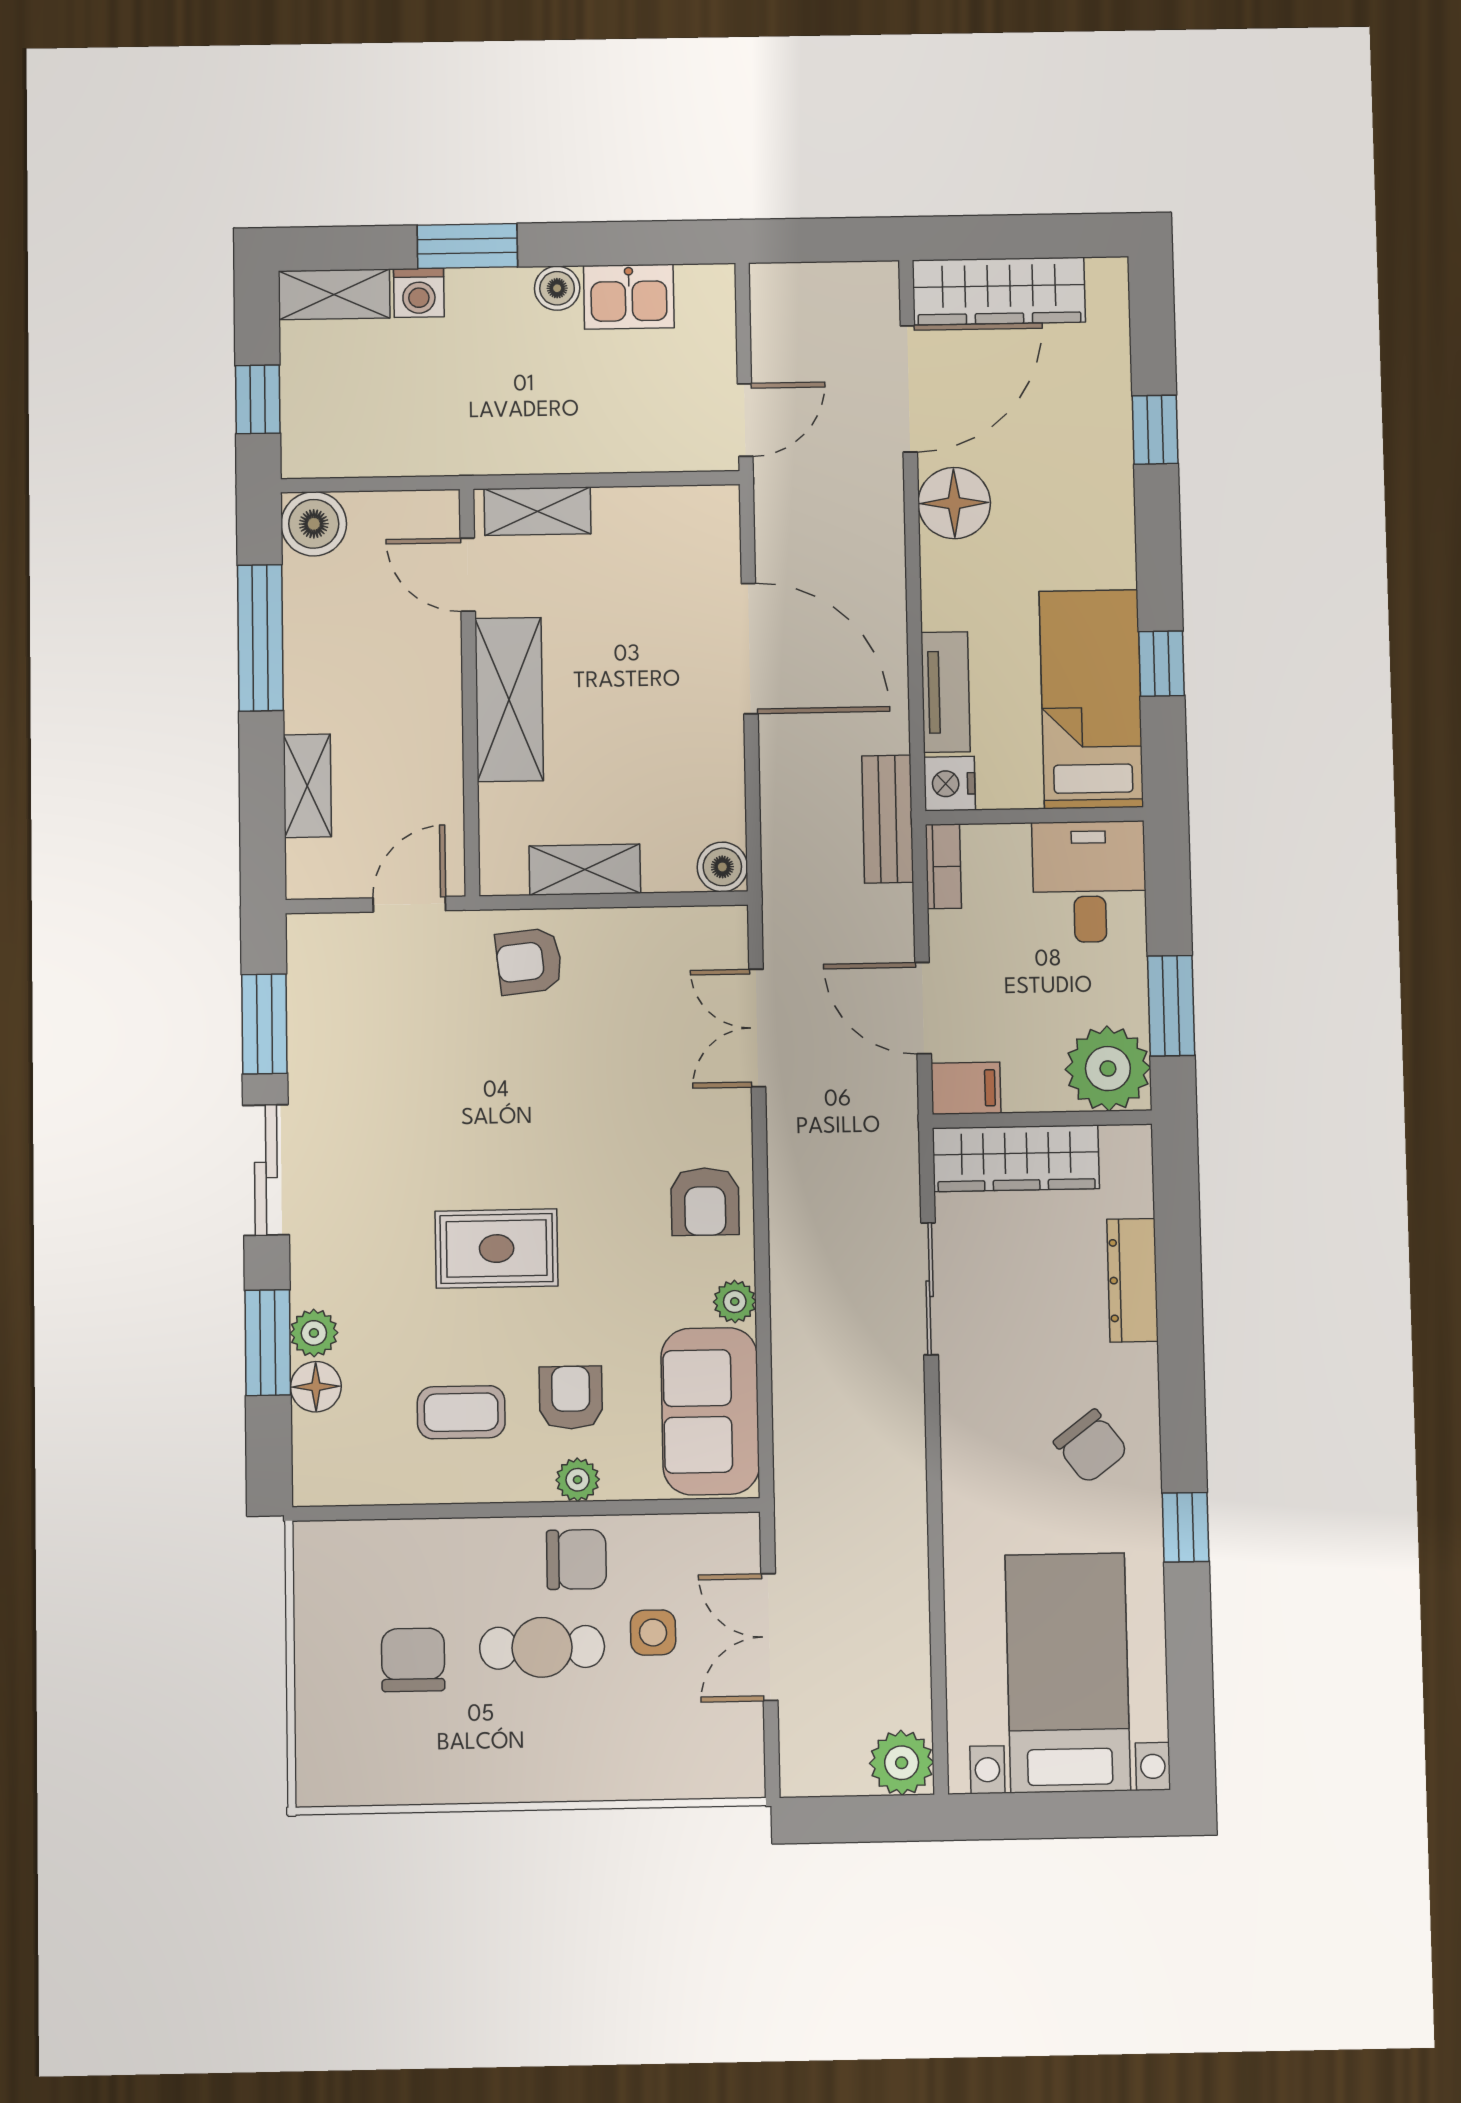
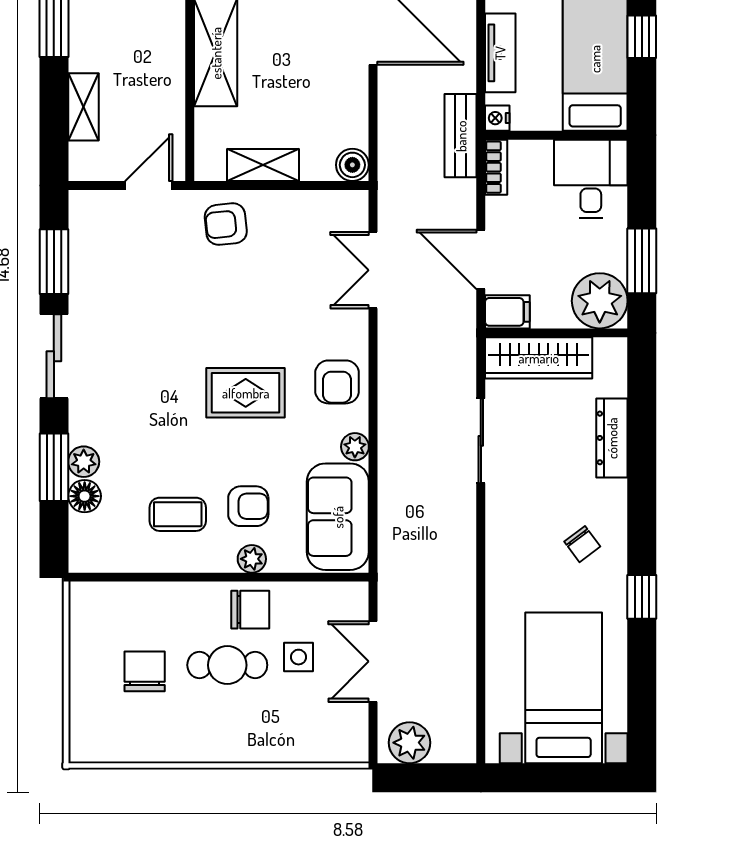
nightstand: (950, 784) -> (497, 118), width x0.72, depth x0.74
rug: (497, 1249) -> (246, 393), moved
armchair: (571, 1398) -> (248, 506), turned 90
chair: (1091, 1446) -> (582, 544), width x0.73, depth x0.73
plant: (902, 1763) -> (410, 743), moved

